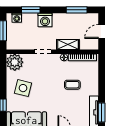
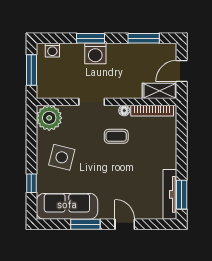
window: (31, 10) -> (90, 38), moved
shelving: (68, 44) -> (160, 91), moved
coffee table: (72, 85) -> (116, 136), moved

